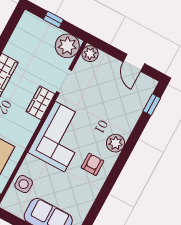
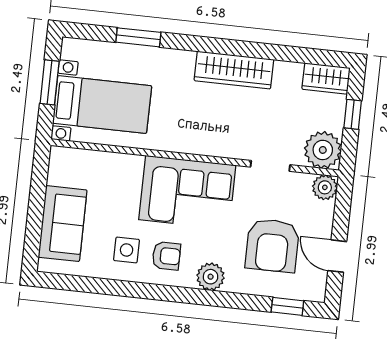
door: (134, 63) -> (337, 256), hinge flipped
armchair: (112, 99) -> (272, 246), added
wardrobe: (40, 103) -> (326, 78), moved, turned 180
side table: (24, 184) -> (127, 250), moved

